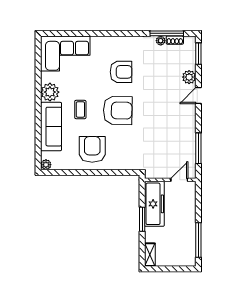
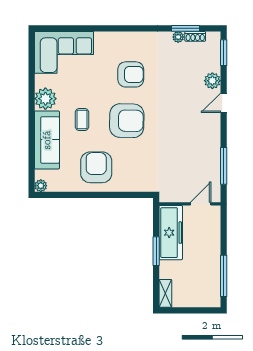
window: (167, 33) -> (186, 28), width x0.69

